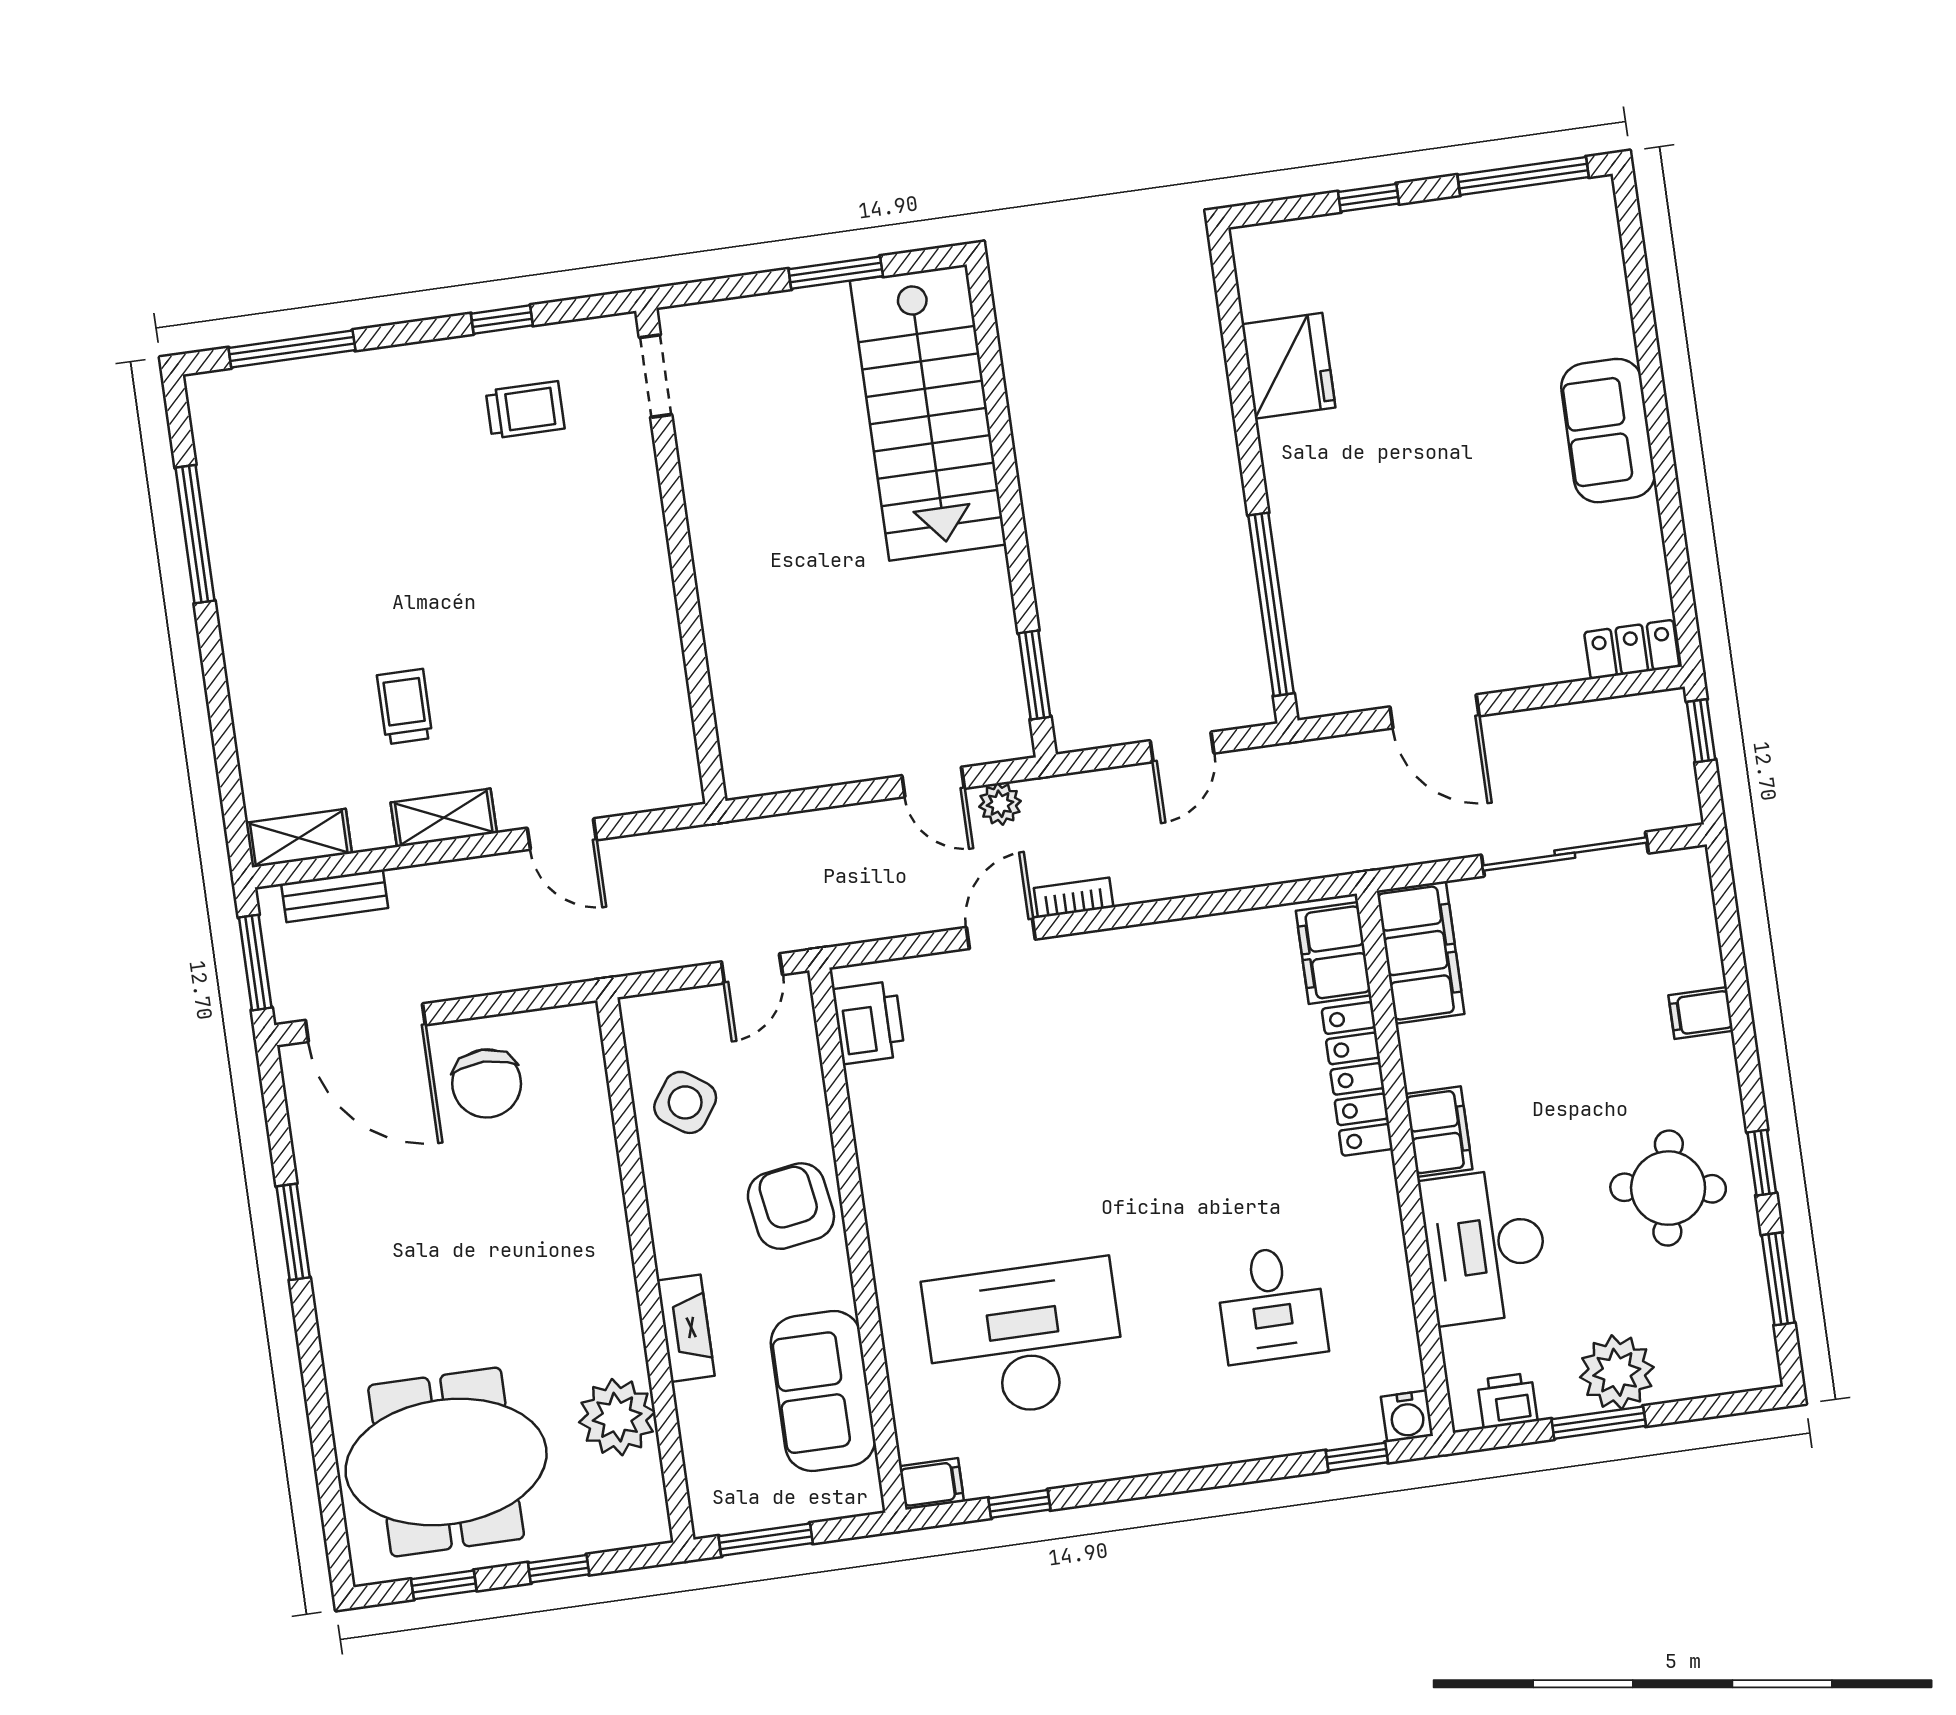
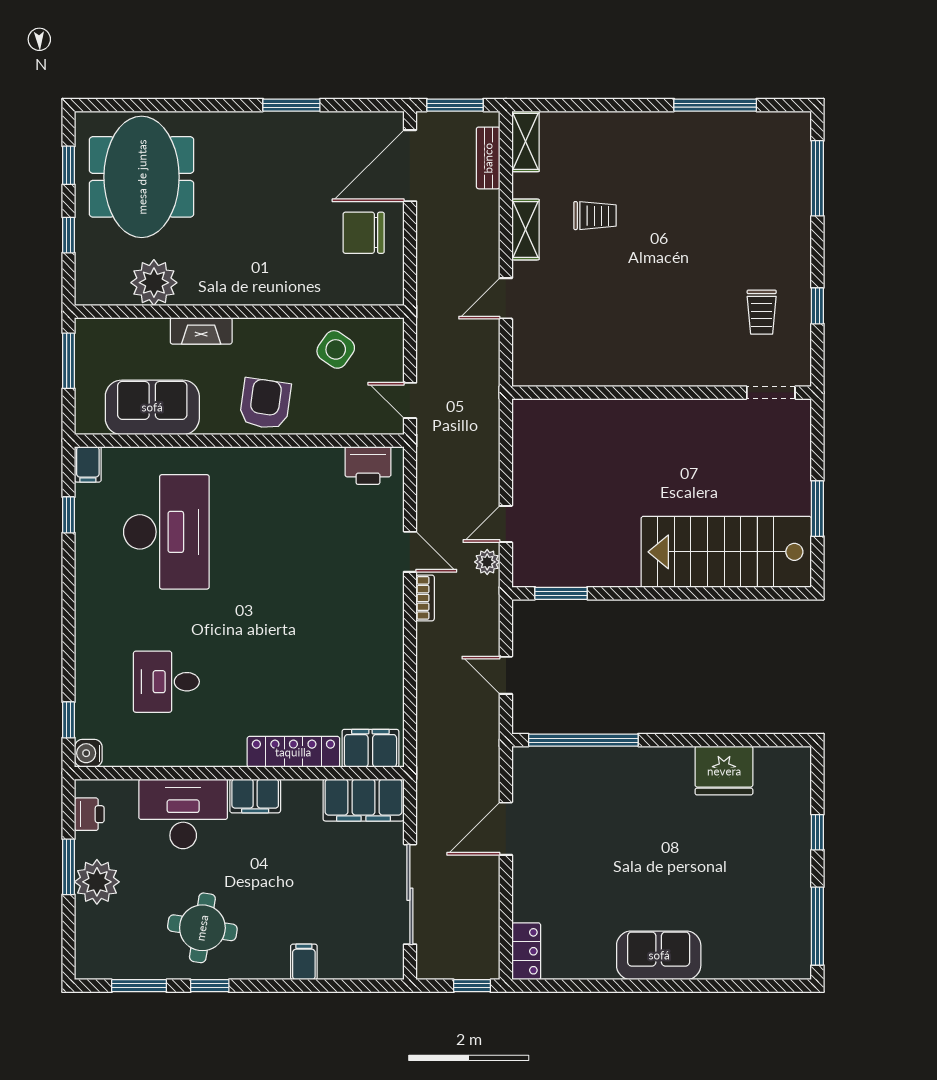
armchair: (791, 1206) -> (265, 404), turned -73

